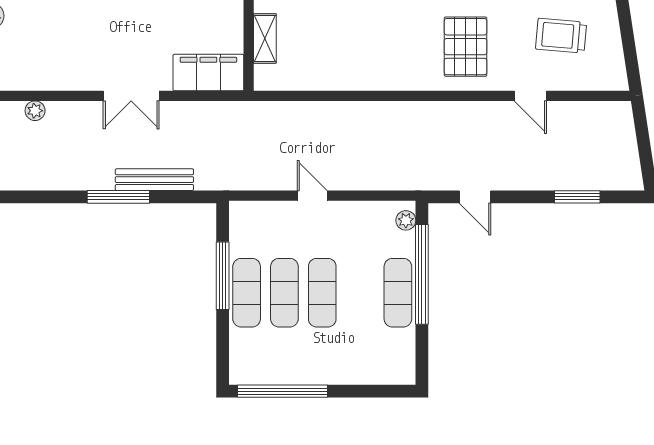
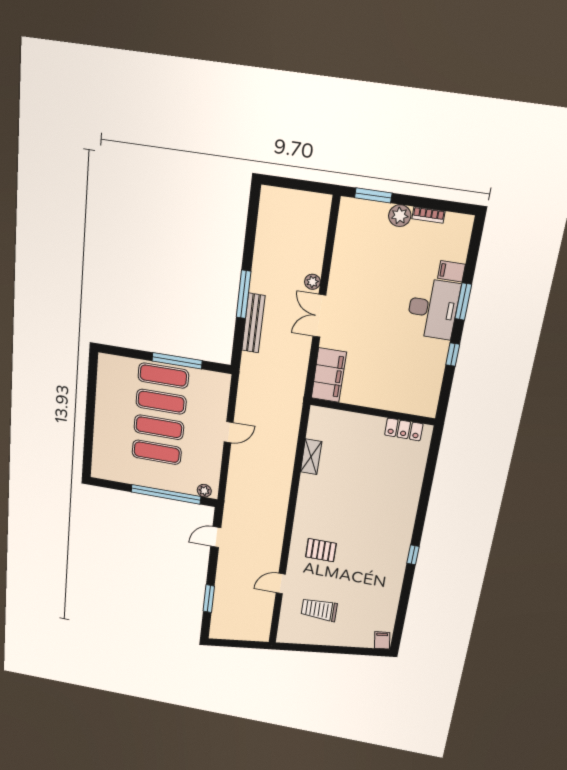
trolley: (561, 36) -> (319, 610), turned -95
shelving: (265, 39) -> (311, 457), moved, turned 90
pallet: (466, 47) -> (321, 550), width x0.67, depth x0.71
plant: (35, 111) -> (312, 282), moved
exercise mat: (398, 293) -> (157, 452), moved
window: (282, 391) -> (92, 389), removed

